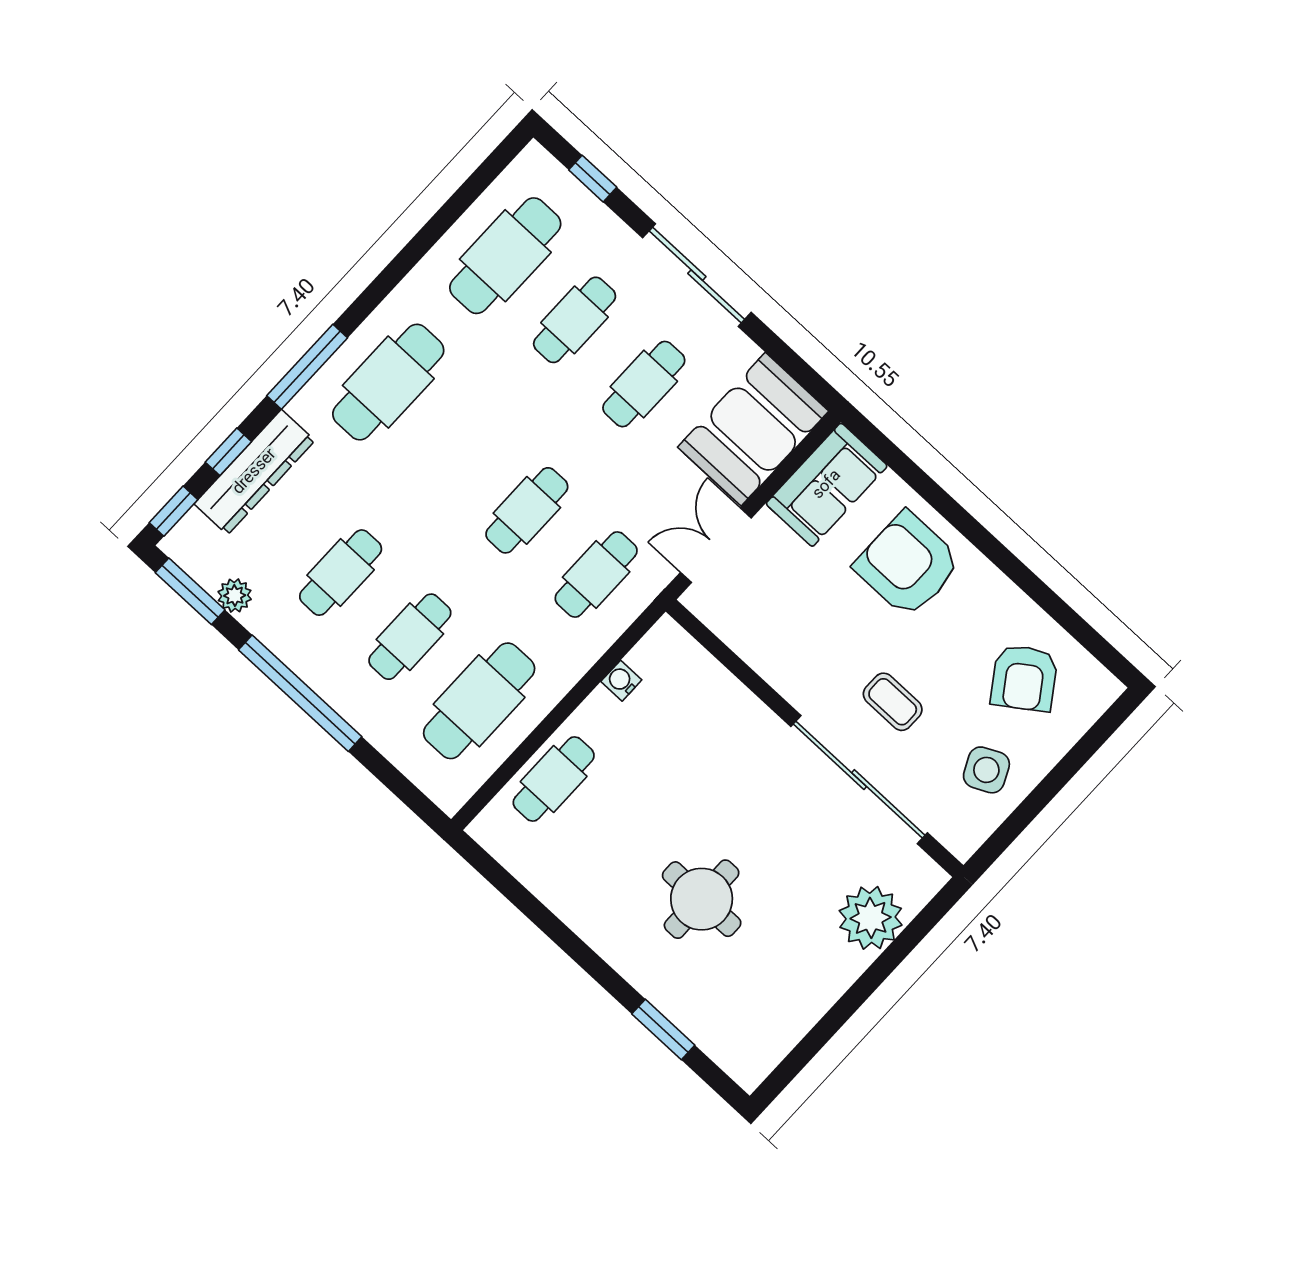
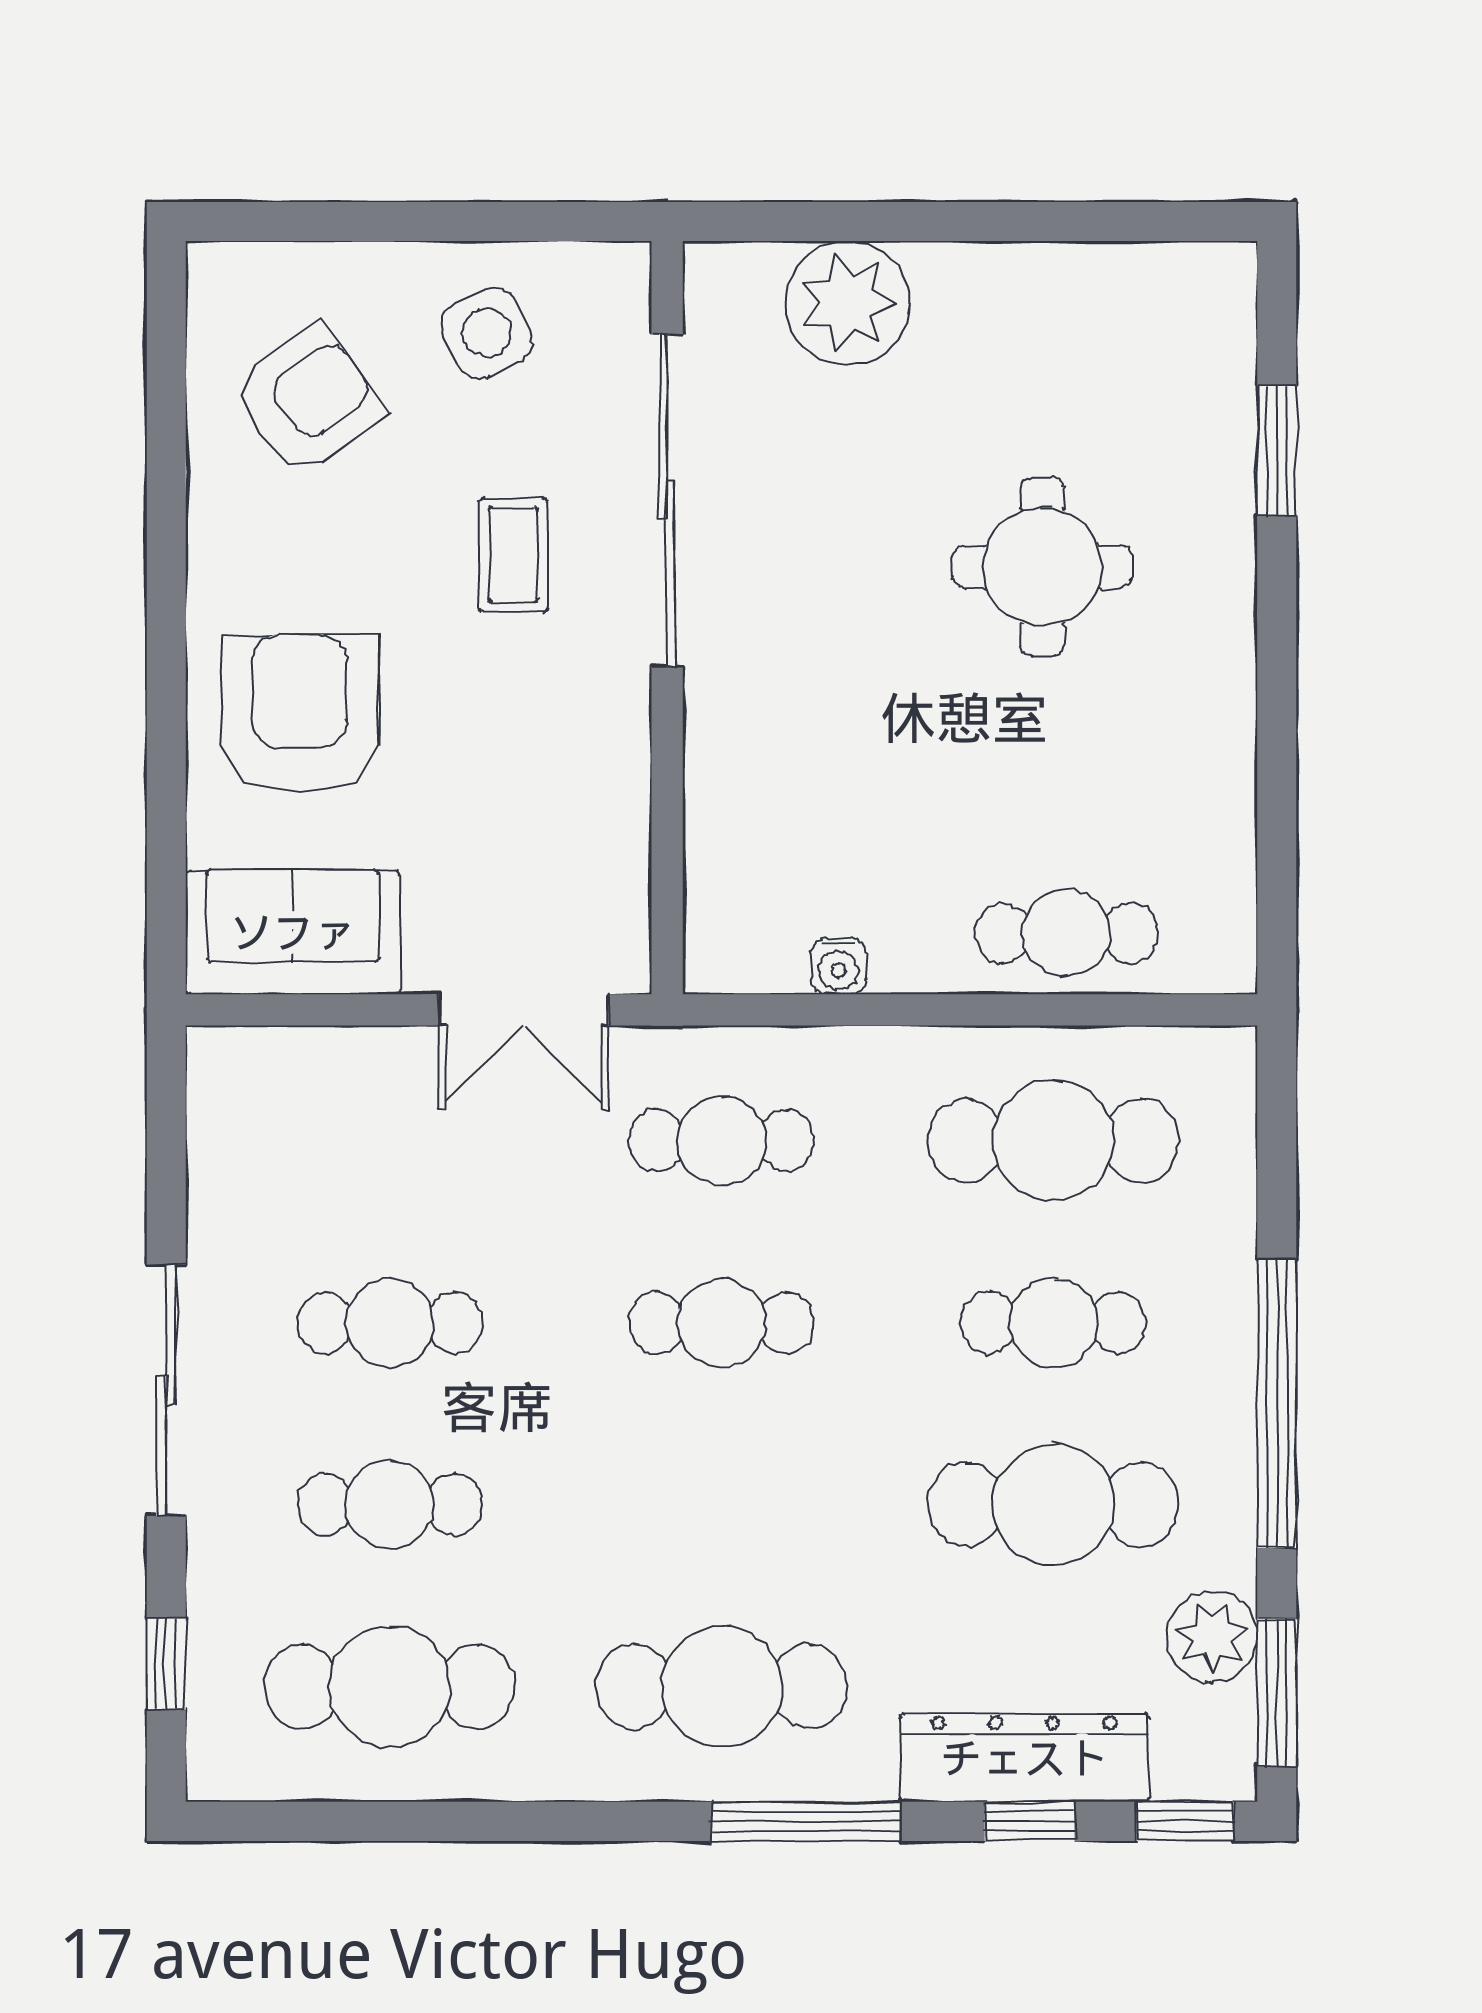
booth: (753, 429) -> (310, 1109), removed
armchair: (908, 564) -> (299, 713), turned 180
cafe table: (341, 573) -> (1053, 1505), width x1.37, depth x1.35
plant: (235, 596) -> (1212, 1637), width x1.38, depth x1.38

